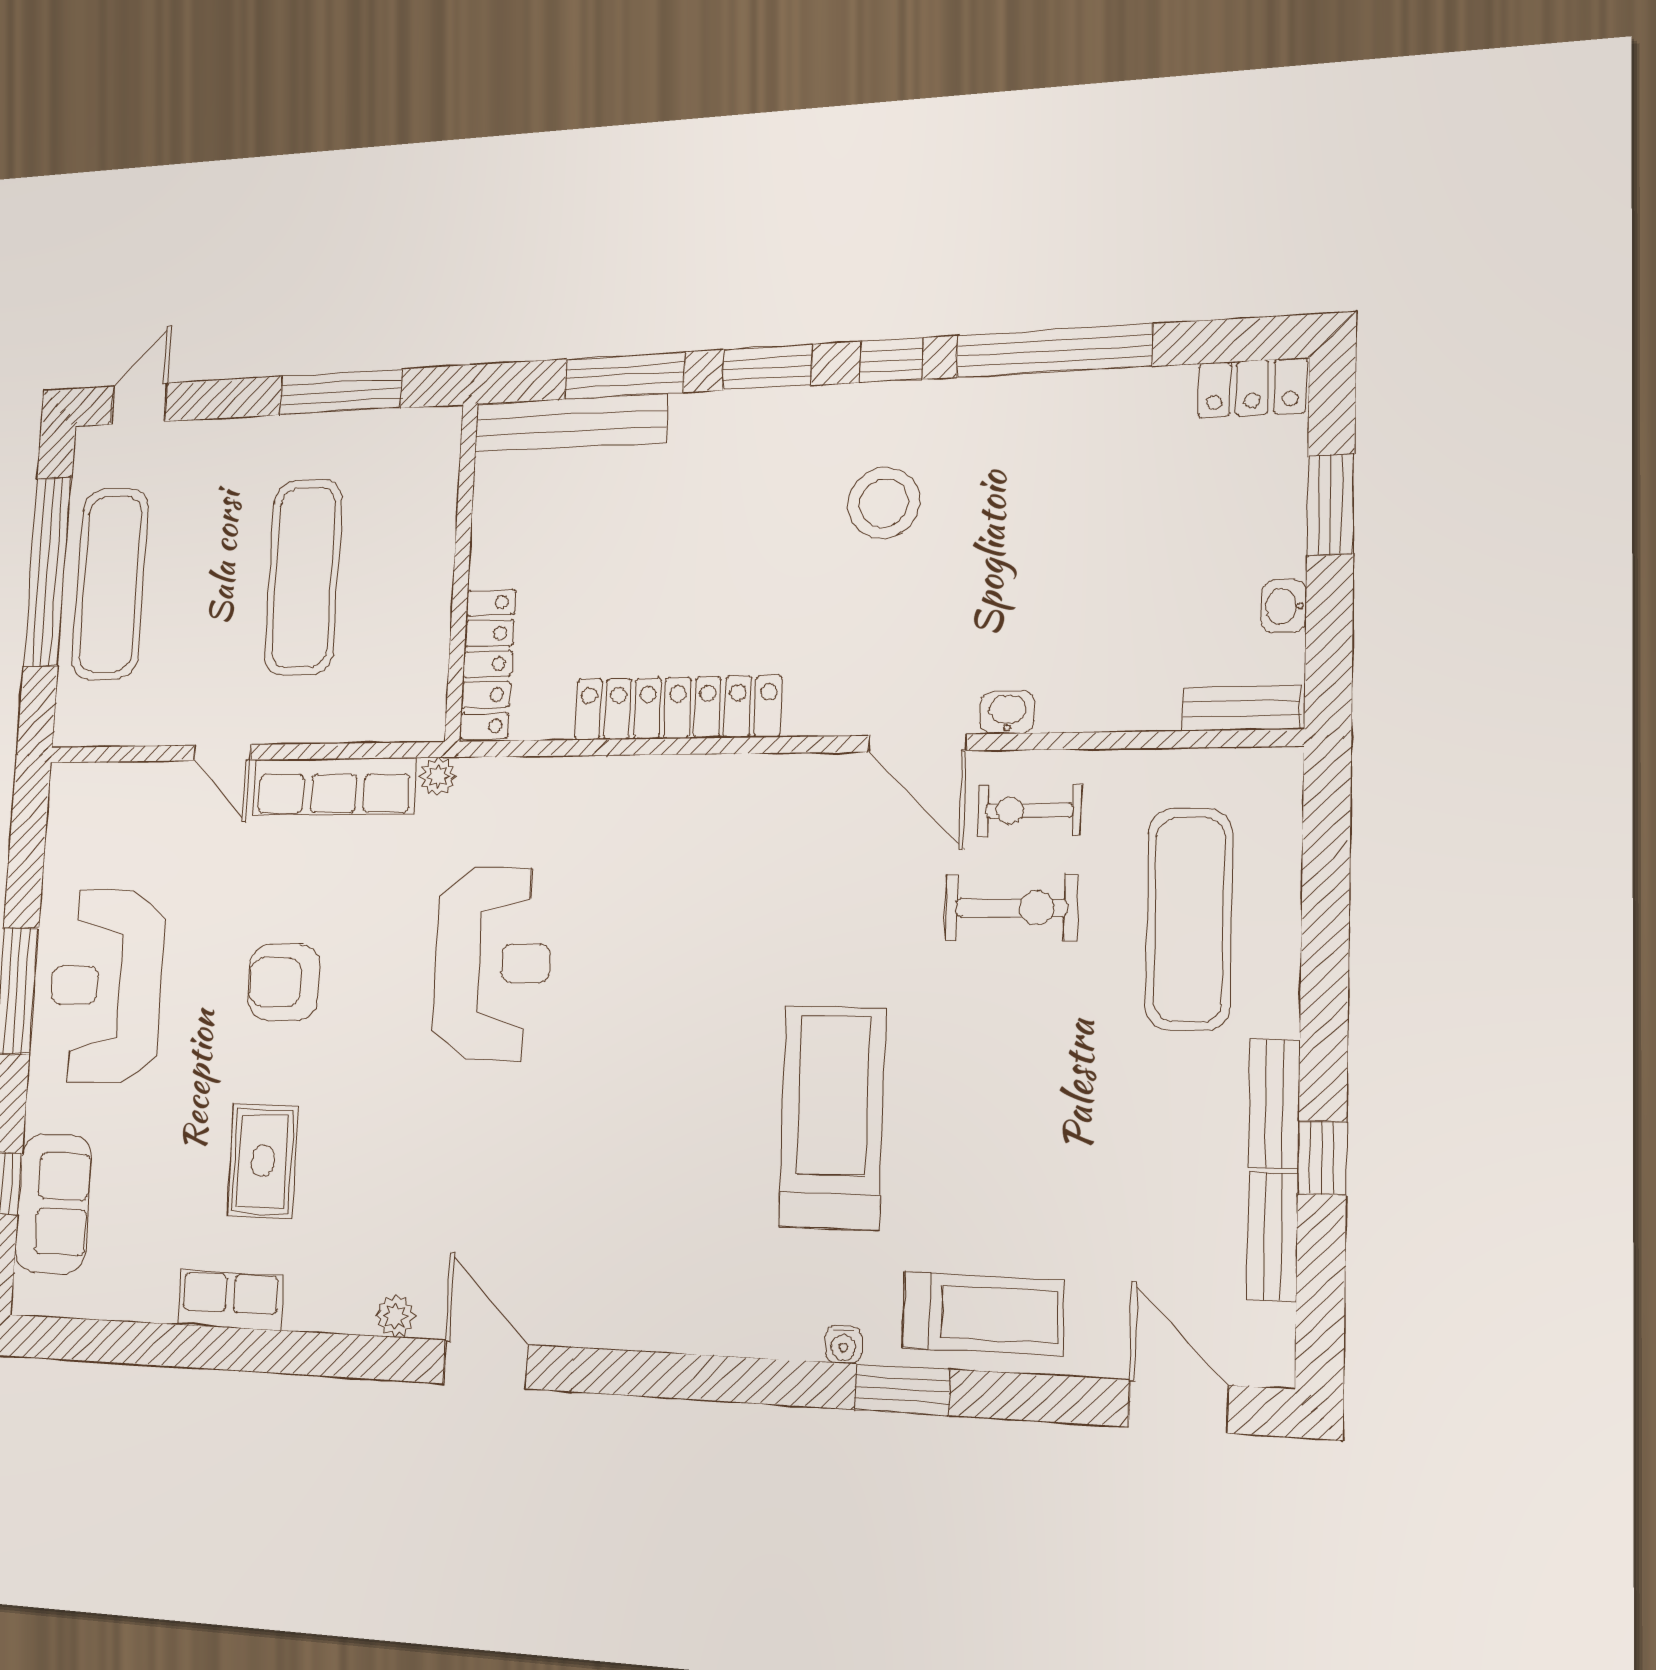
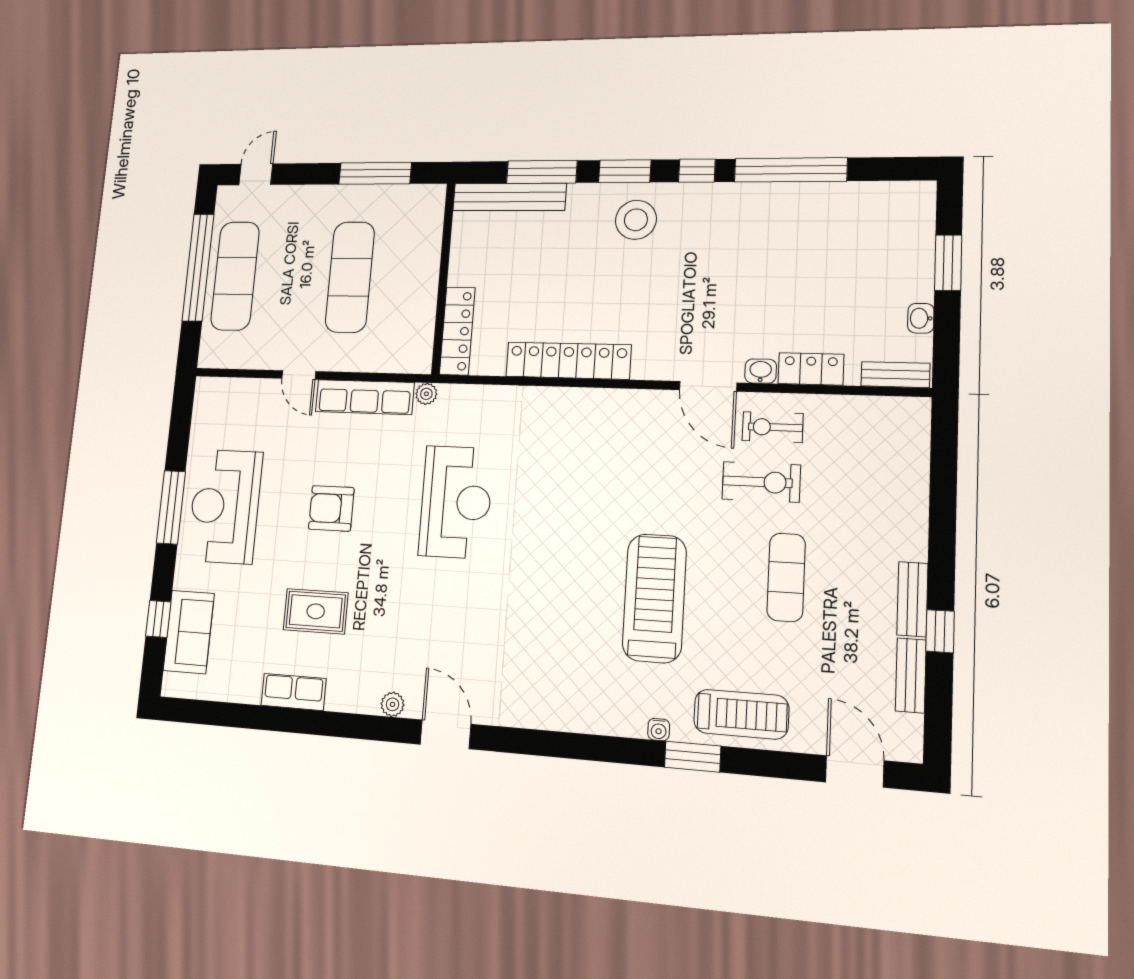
locker: (1252, 388) -> (811, 369), moved, turned 180
stool: (884, 503) -> (636, 220), moved
exercise mat: (1189, 919) -> (786, 577), moved, width x0.73, depth x0.69
rug: (263, 1161) -> (316, 611), turned 90

